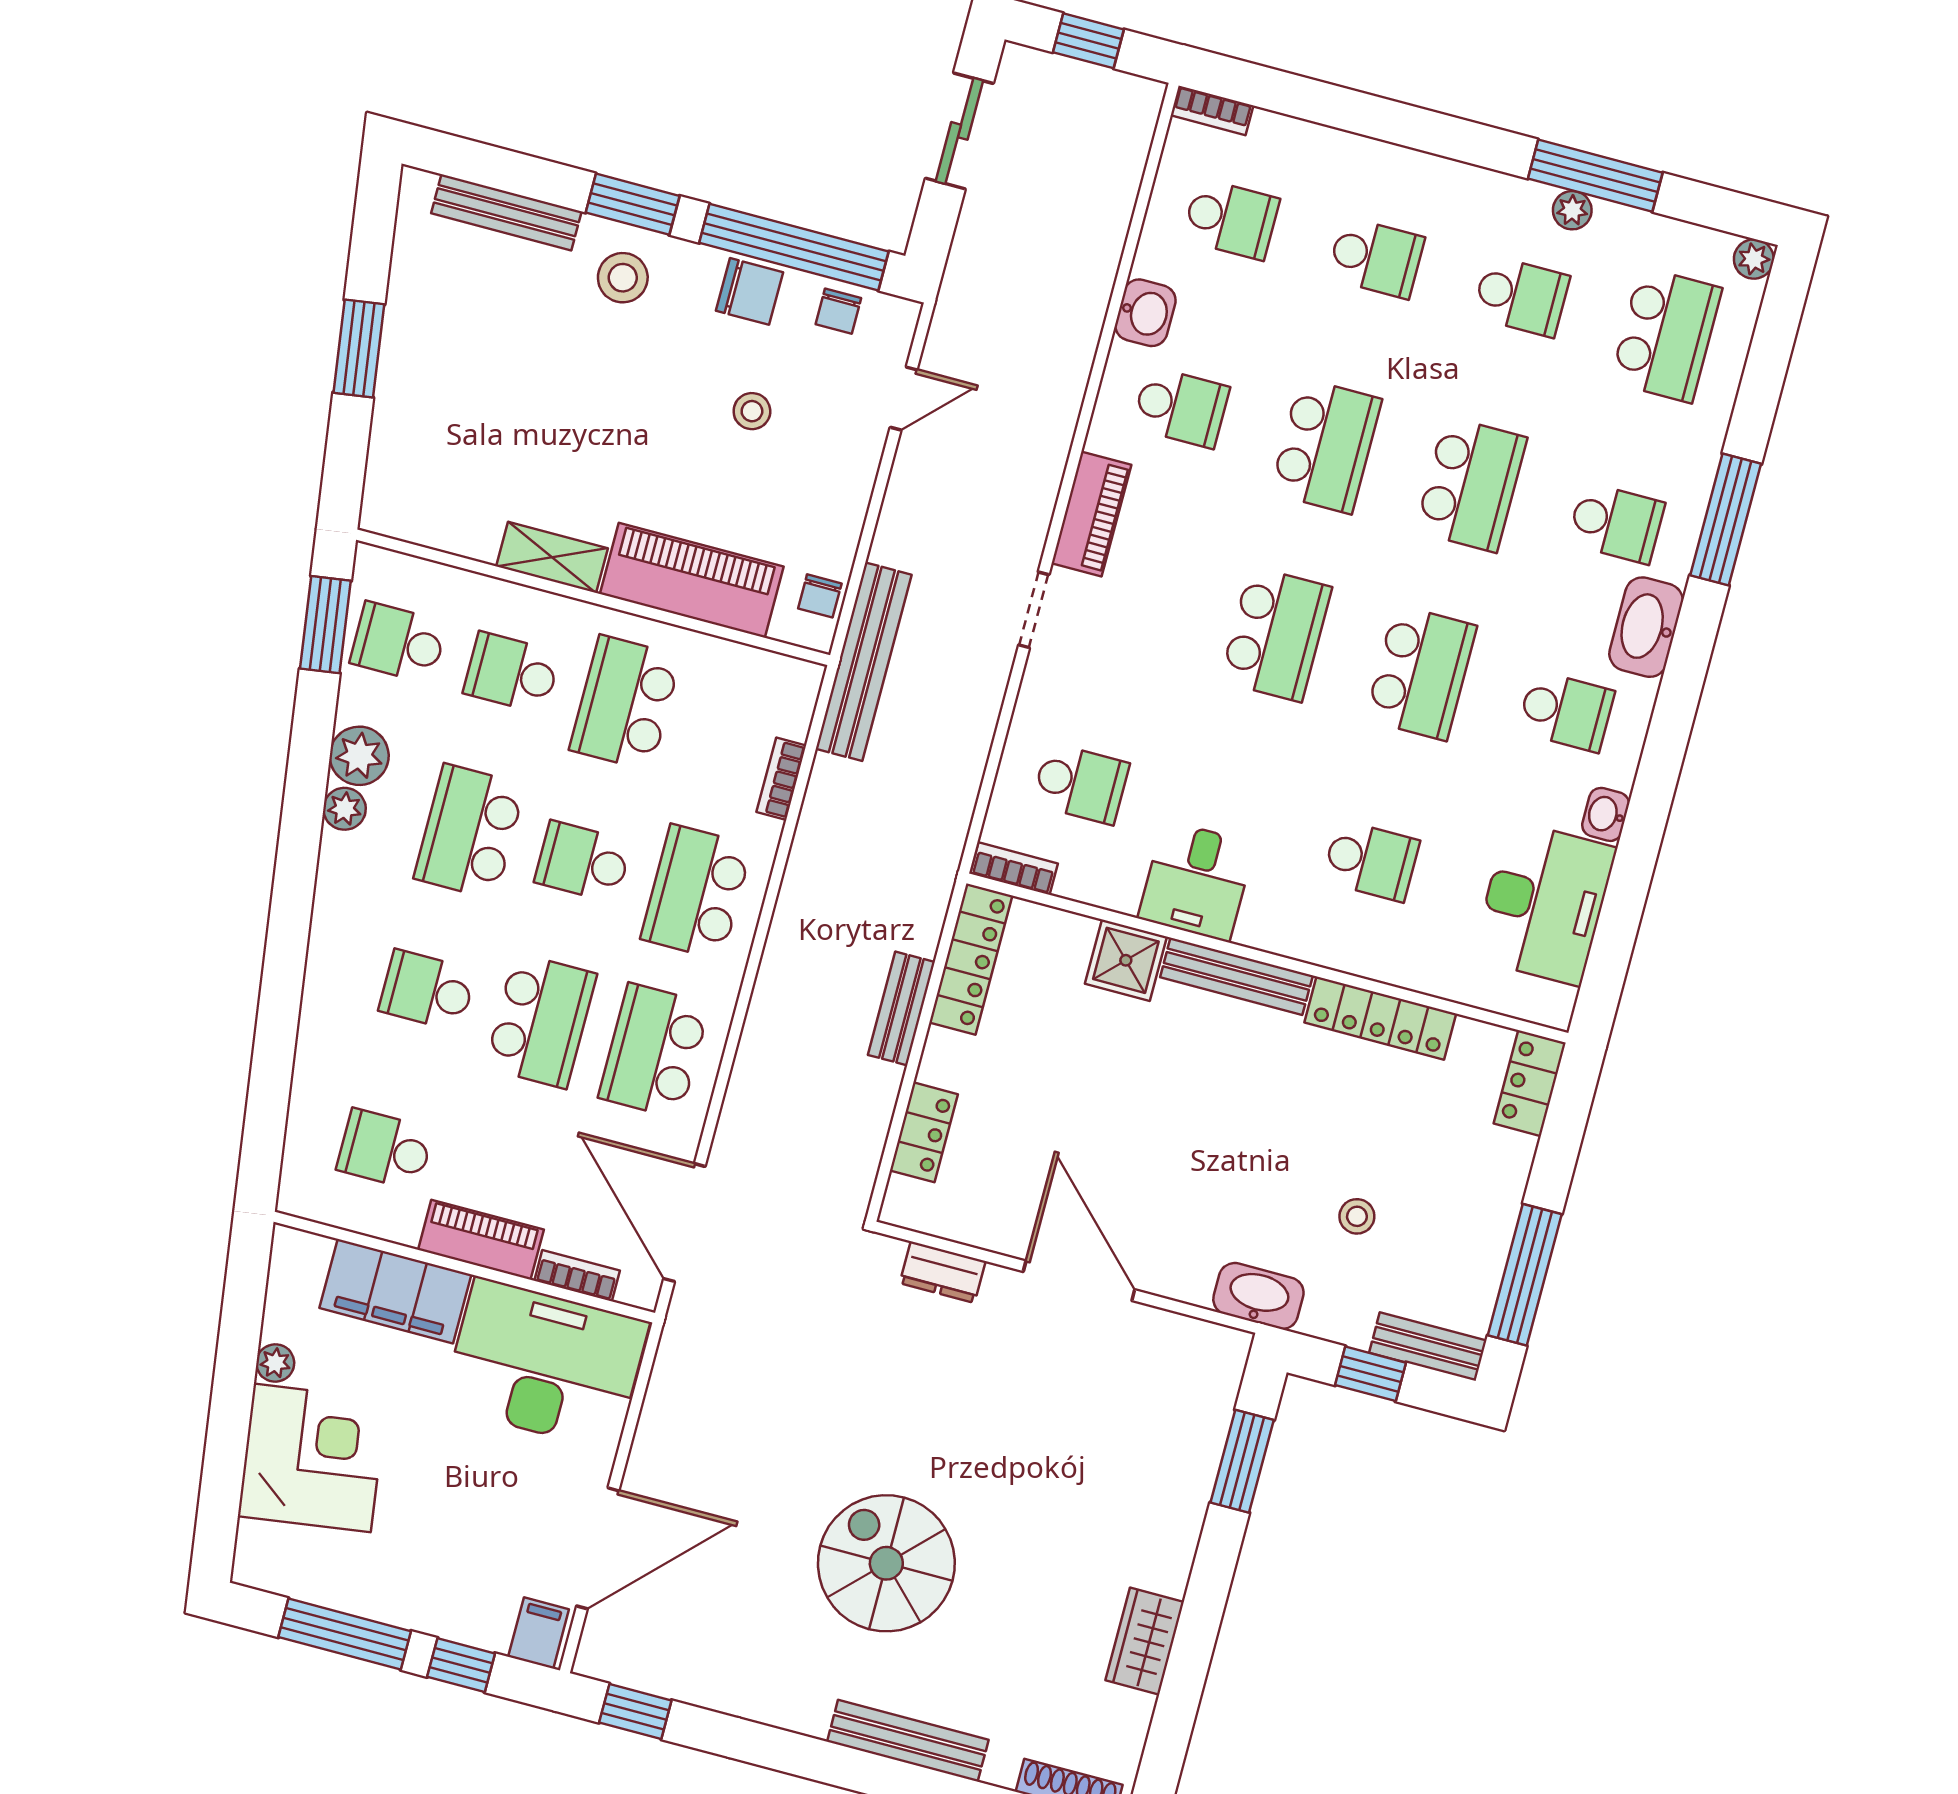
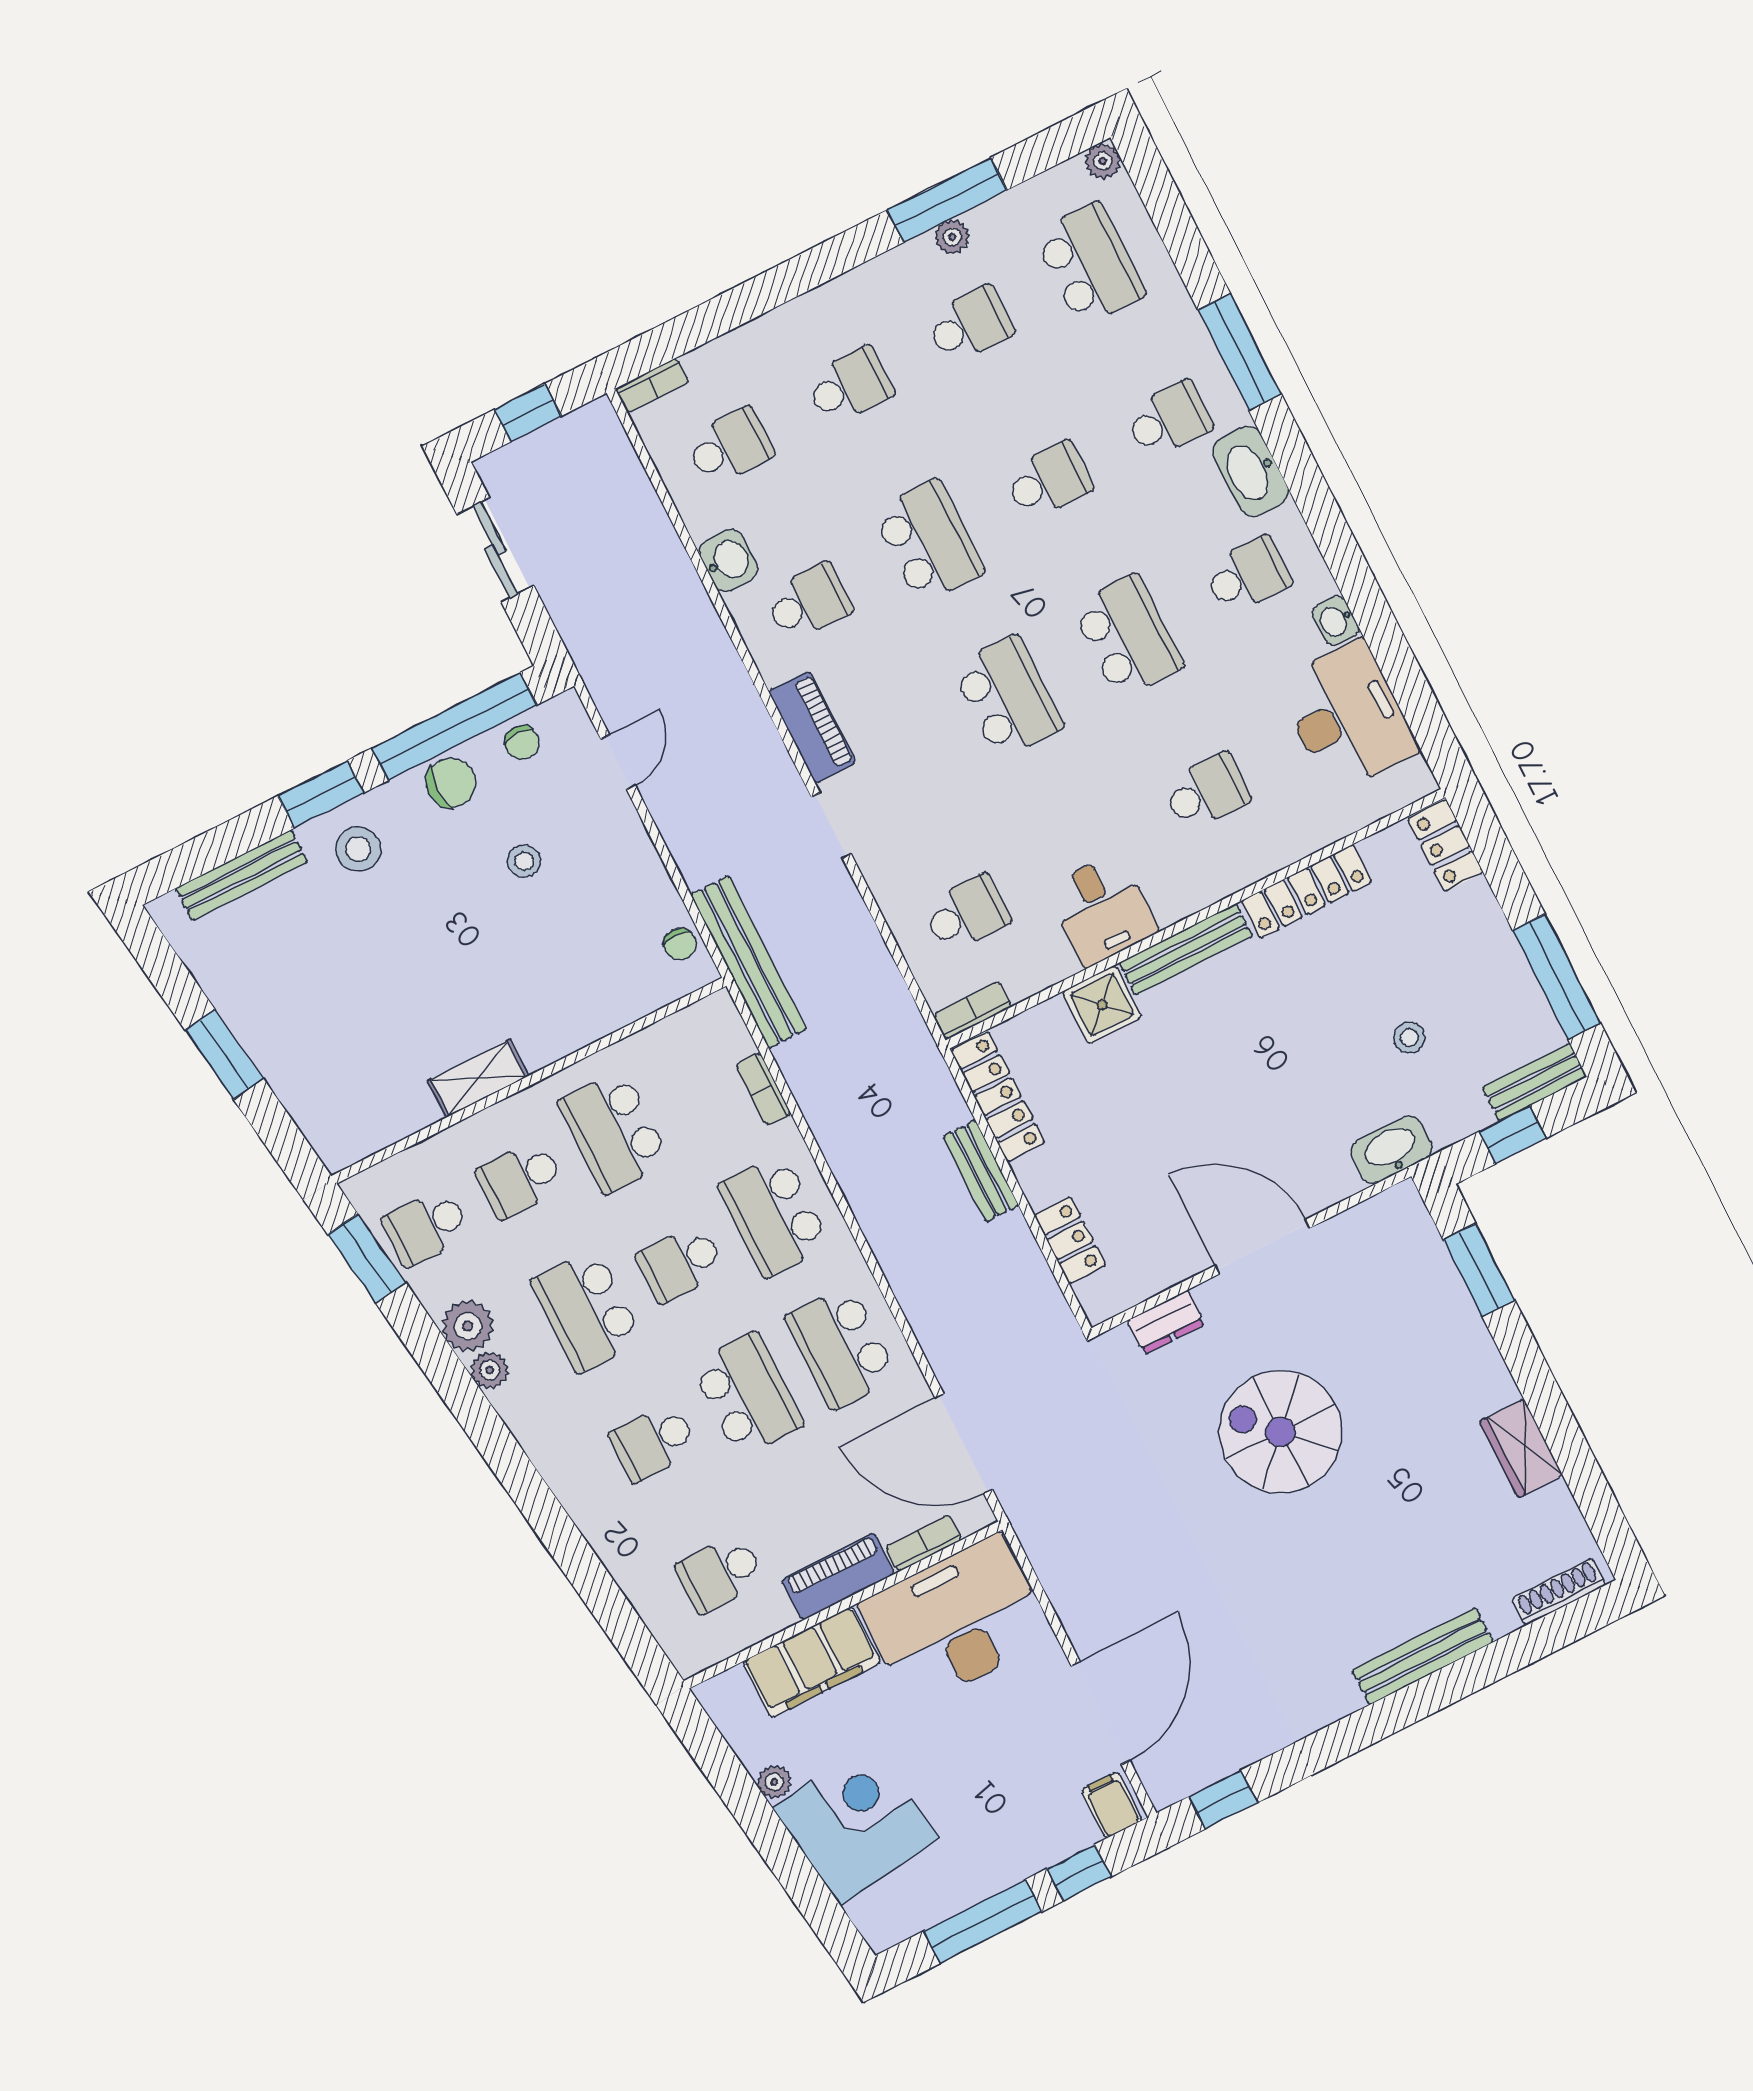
school desk: (1471, 484) -> (1048, 481), width x0.54
piano: (692, 580) -> (585, 1010), removed
spiral stairs: (886, 1563) -> (1280, 1432), moved

